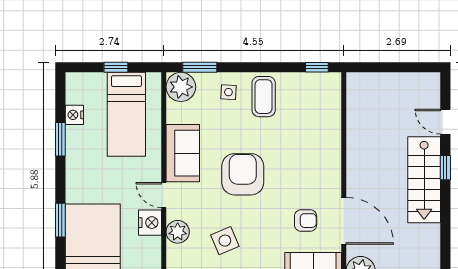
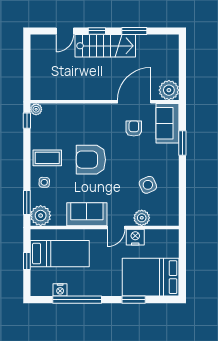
plant: (333, 80) -> (36, 109), added
window: (60, 139) -> (77, 300), width x2.11
armchair: (243, 174) -> (91, 160), moved
window: (445, 221) -> (134, 31), added

